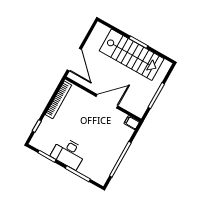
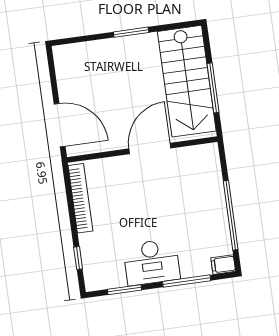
stairs: (132, 55) -> (187, 81), moved, turned 90
filing cabinet: (132, 123) -> (223, 265), moved

